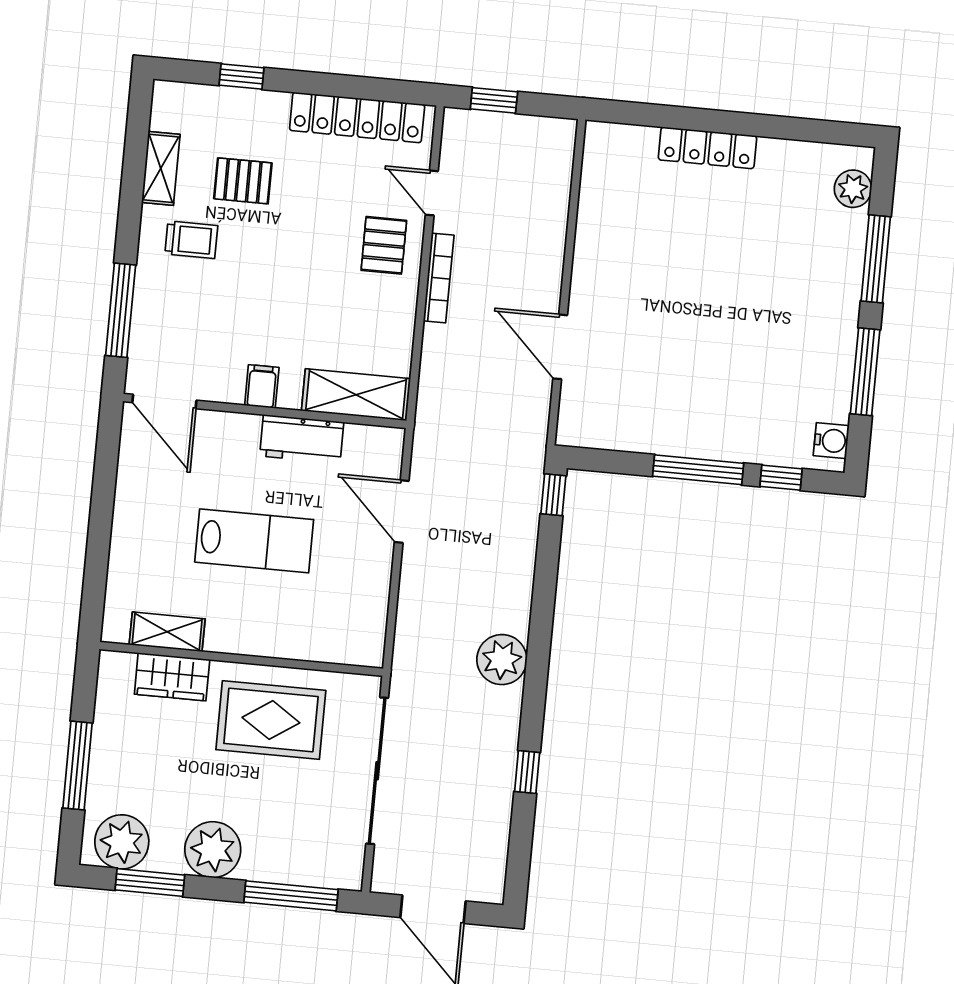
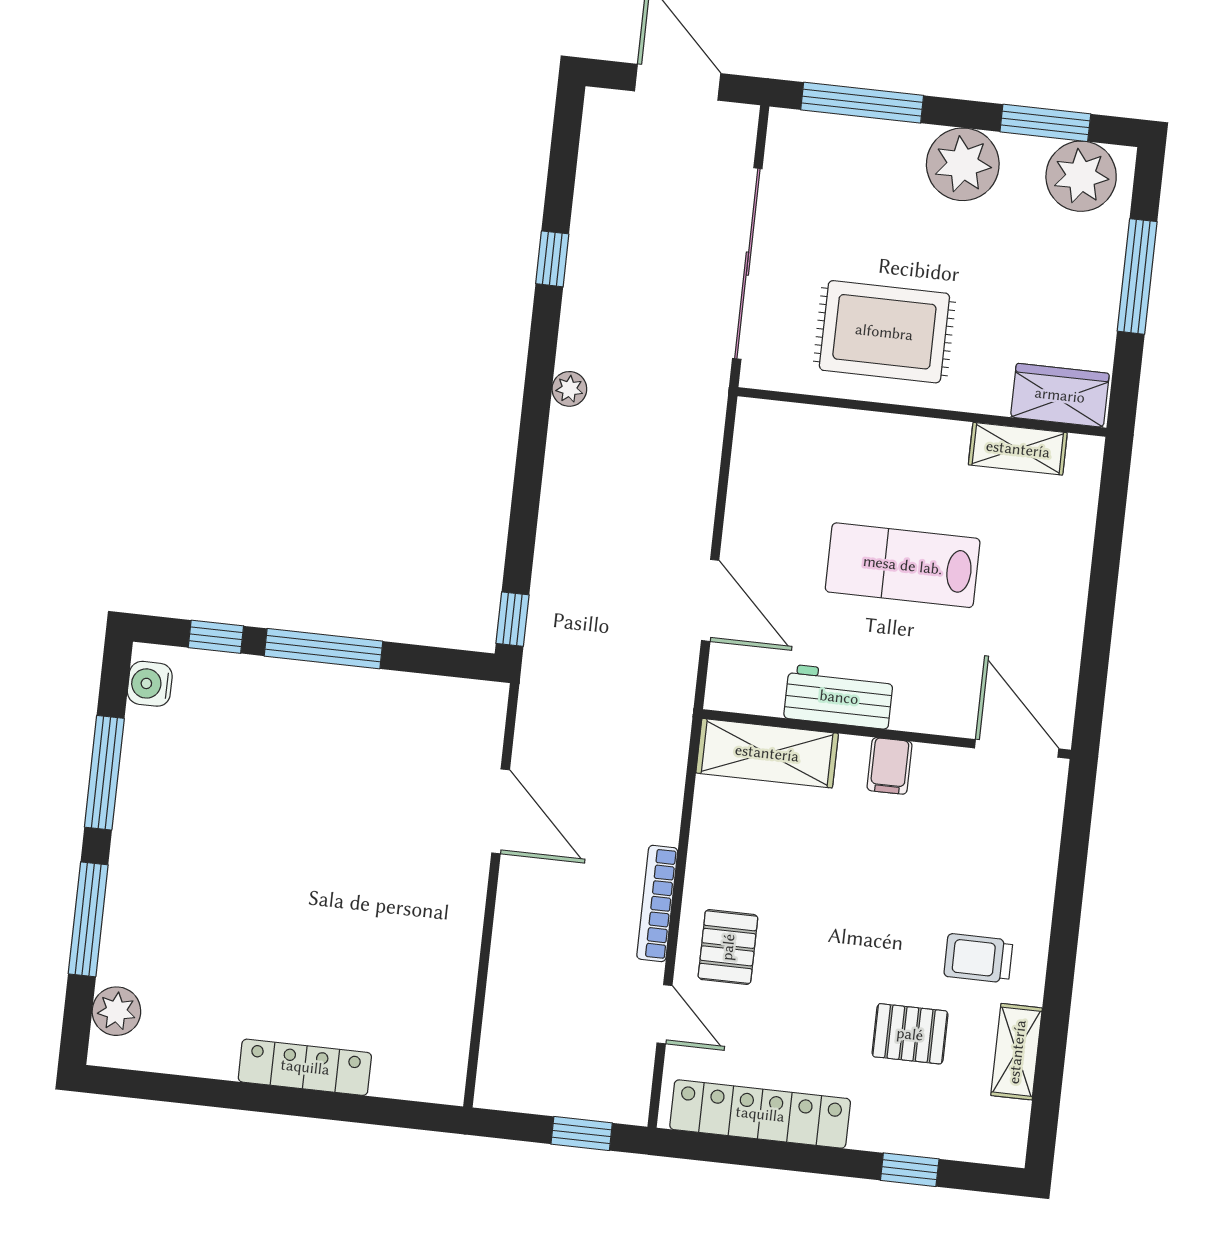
window: (121, 310) -> (1072, 868), removed
plant: (502, 660) -> (569, 389), width x0.53, depth x0.53
wardrobe: (172, 677) -> (1060, 395), moved

